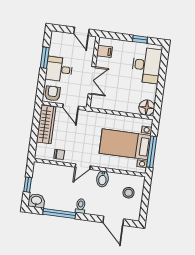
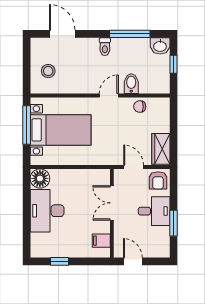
desk: (147, 65) -> (47, 211), moved
wardrobe: (46, 124) -> (161, 149), width x0.67
bidet: (103, 179) -> (131, 84), moved

